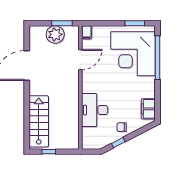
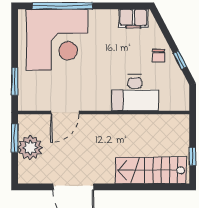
window: (135, 23) -> (15, 81), moved
filing cabinet: (87, 32) -> (27, 104), removed
door: (80, 60) -> (65, 113), swing flipped

